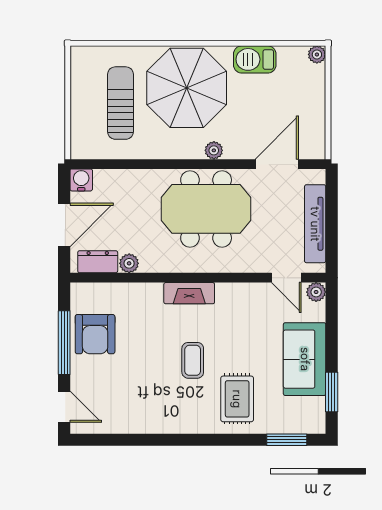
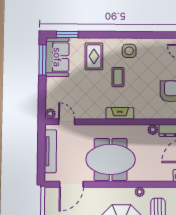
plant: (214, 150) -> (140, 192), moved
sofa: (305, 359) -> (57, 57), moved
window: (332, 392) -> (43, 60), width x1.44
side table: (172, 410) -> (129, 51), added

